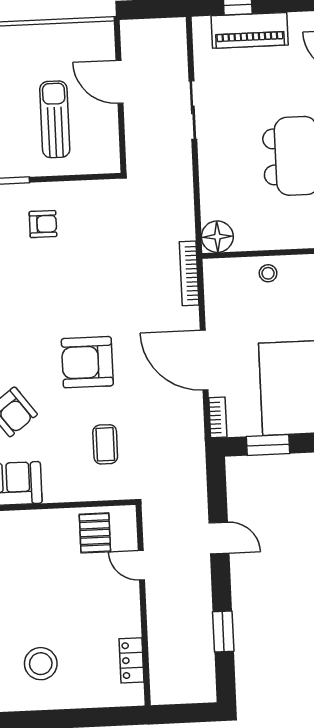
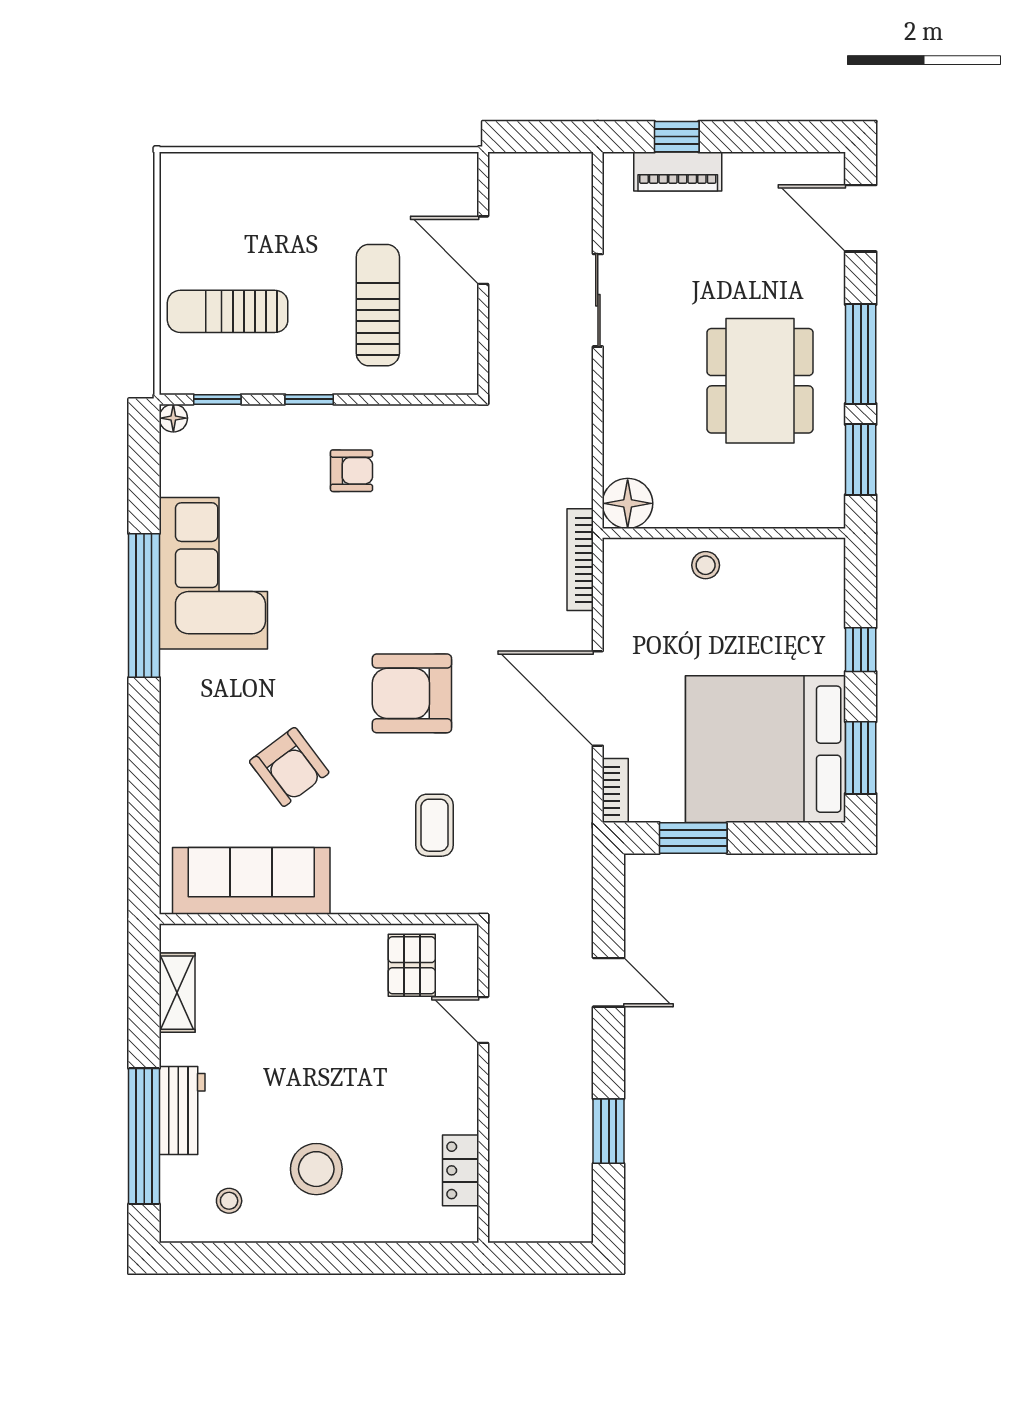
piano: (250, 30) -> (678, 172), width x0.73, depth x0.75

